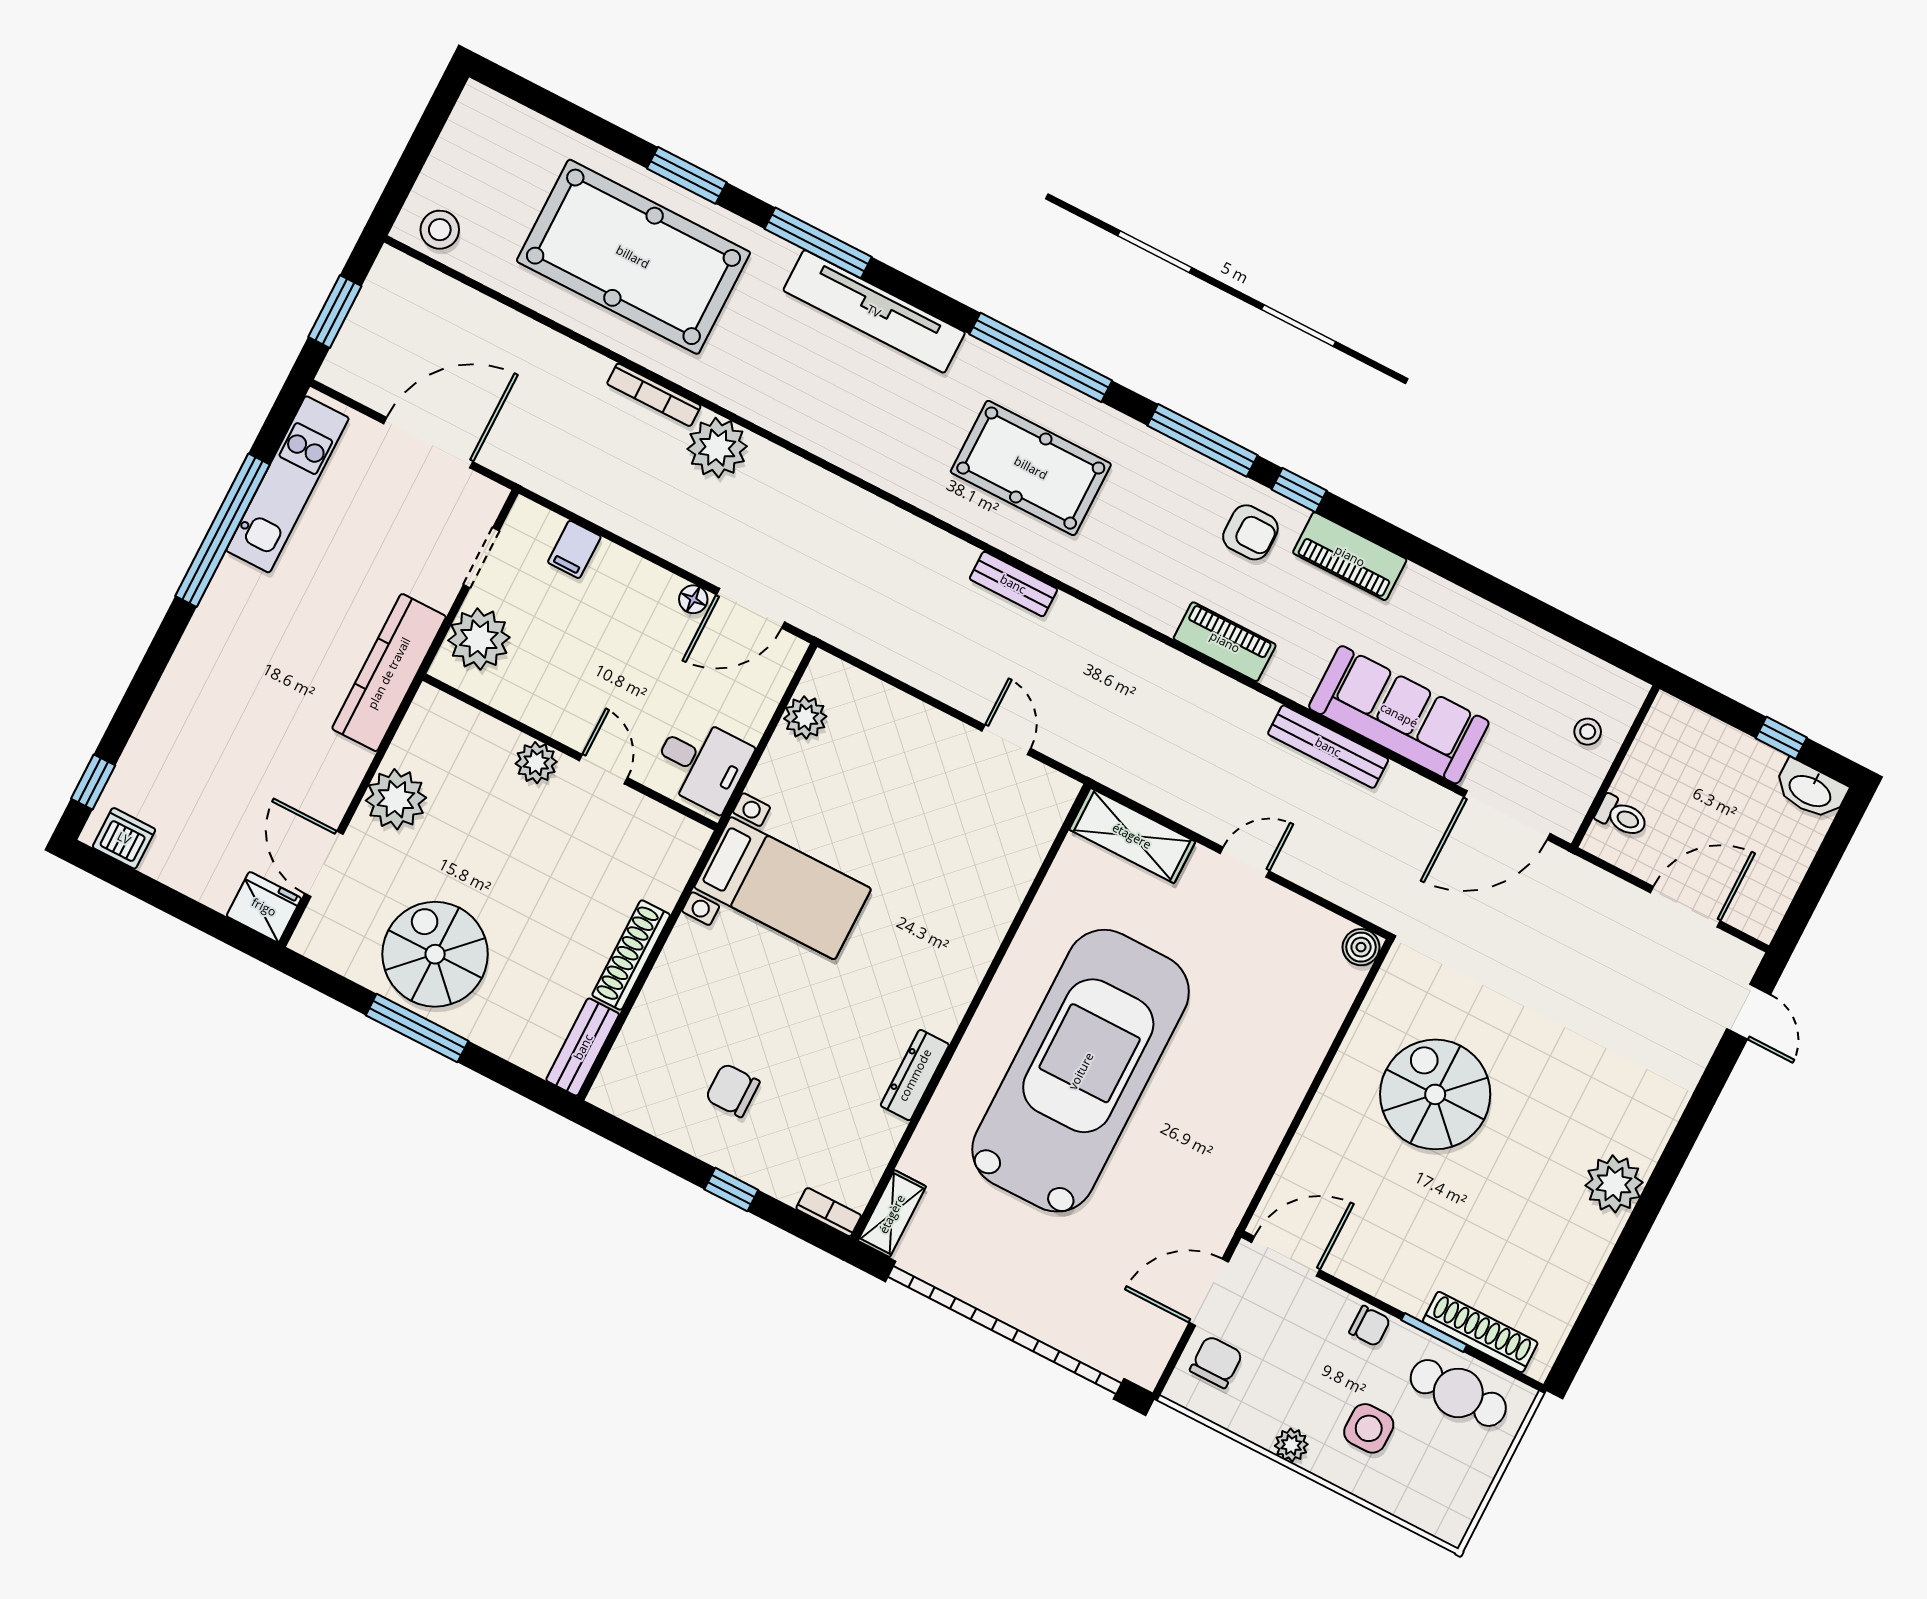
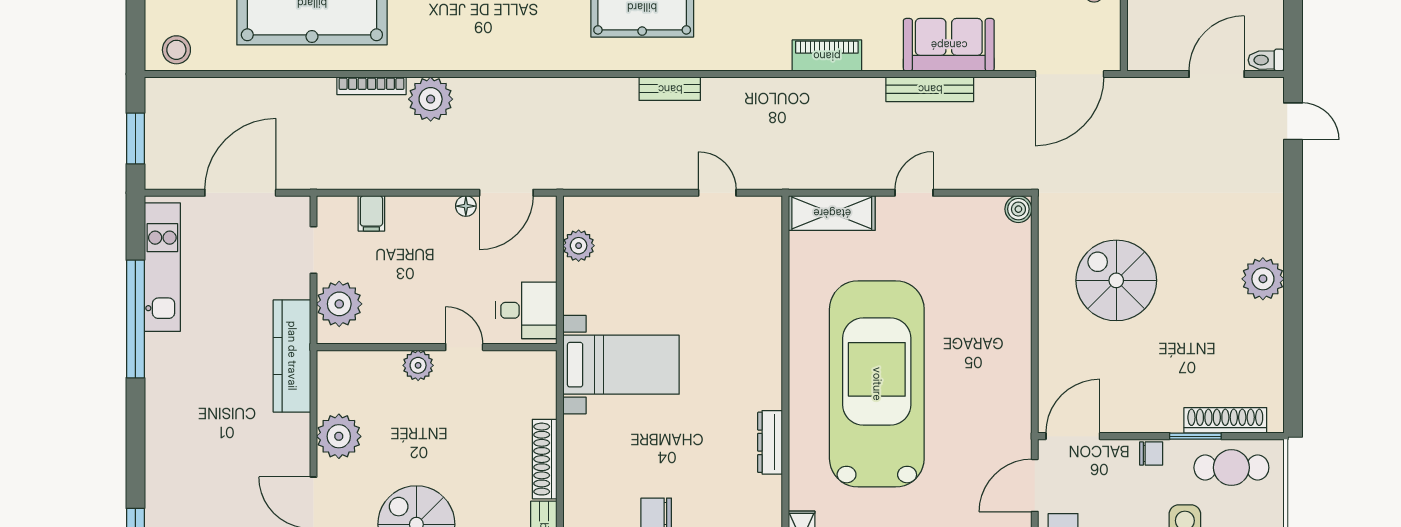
sofa: (1399, 715) -> (949, 45), width x0.73
toilet: (1622, 816) -> (1266, 60), moved, turned 180

